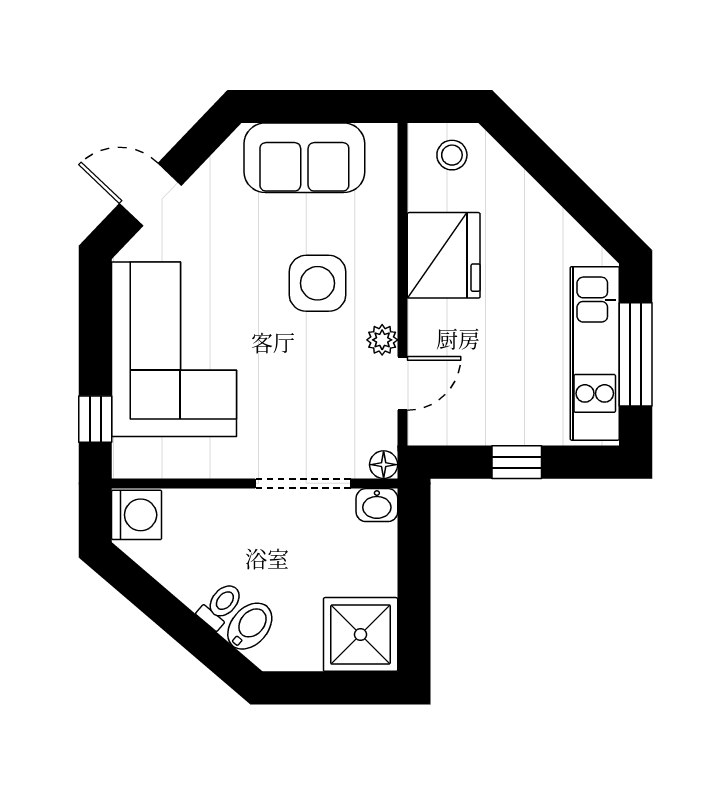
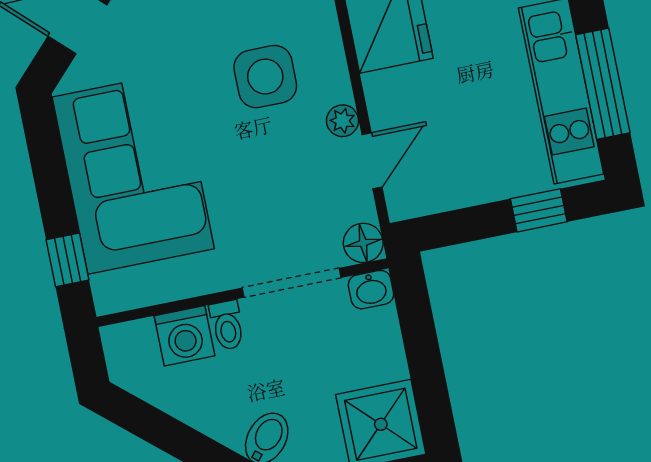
window: (517, 462) -> (539, 210), moved
floor lamp: (384, 465) -> (363, 243), width x1.37, depth x1.37
washing machine: (137, 515) -> (185, 336), moved, turned 90
toilet: (221, 605) -> (227, 325), moved, turned 139

